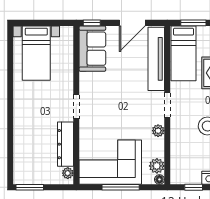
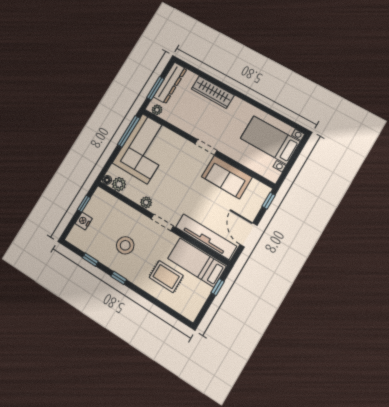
window: (193, 23) -> (218, 287), width x0.67
sofa: (92, 49) -> (227, 177), moved
wardrobe: (22, 131) -> (213, 92), added
dresser: (65, 144) -> (170, 83), moved, turned 90
window: (30, 187) -> (155, 88), moved
window: (121, 187) -> (129, 131), moved

